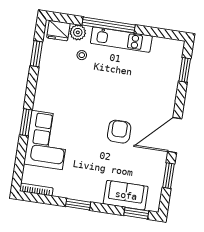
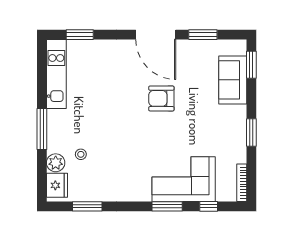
window: (109, 25) -> (42, 129), width x0.68
kitchen unit: (121, 40) -> (56, 74), moved
window: (20, 158) -> (209, 206), added

